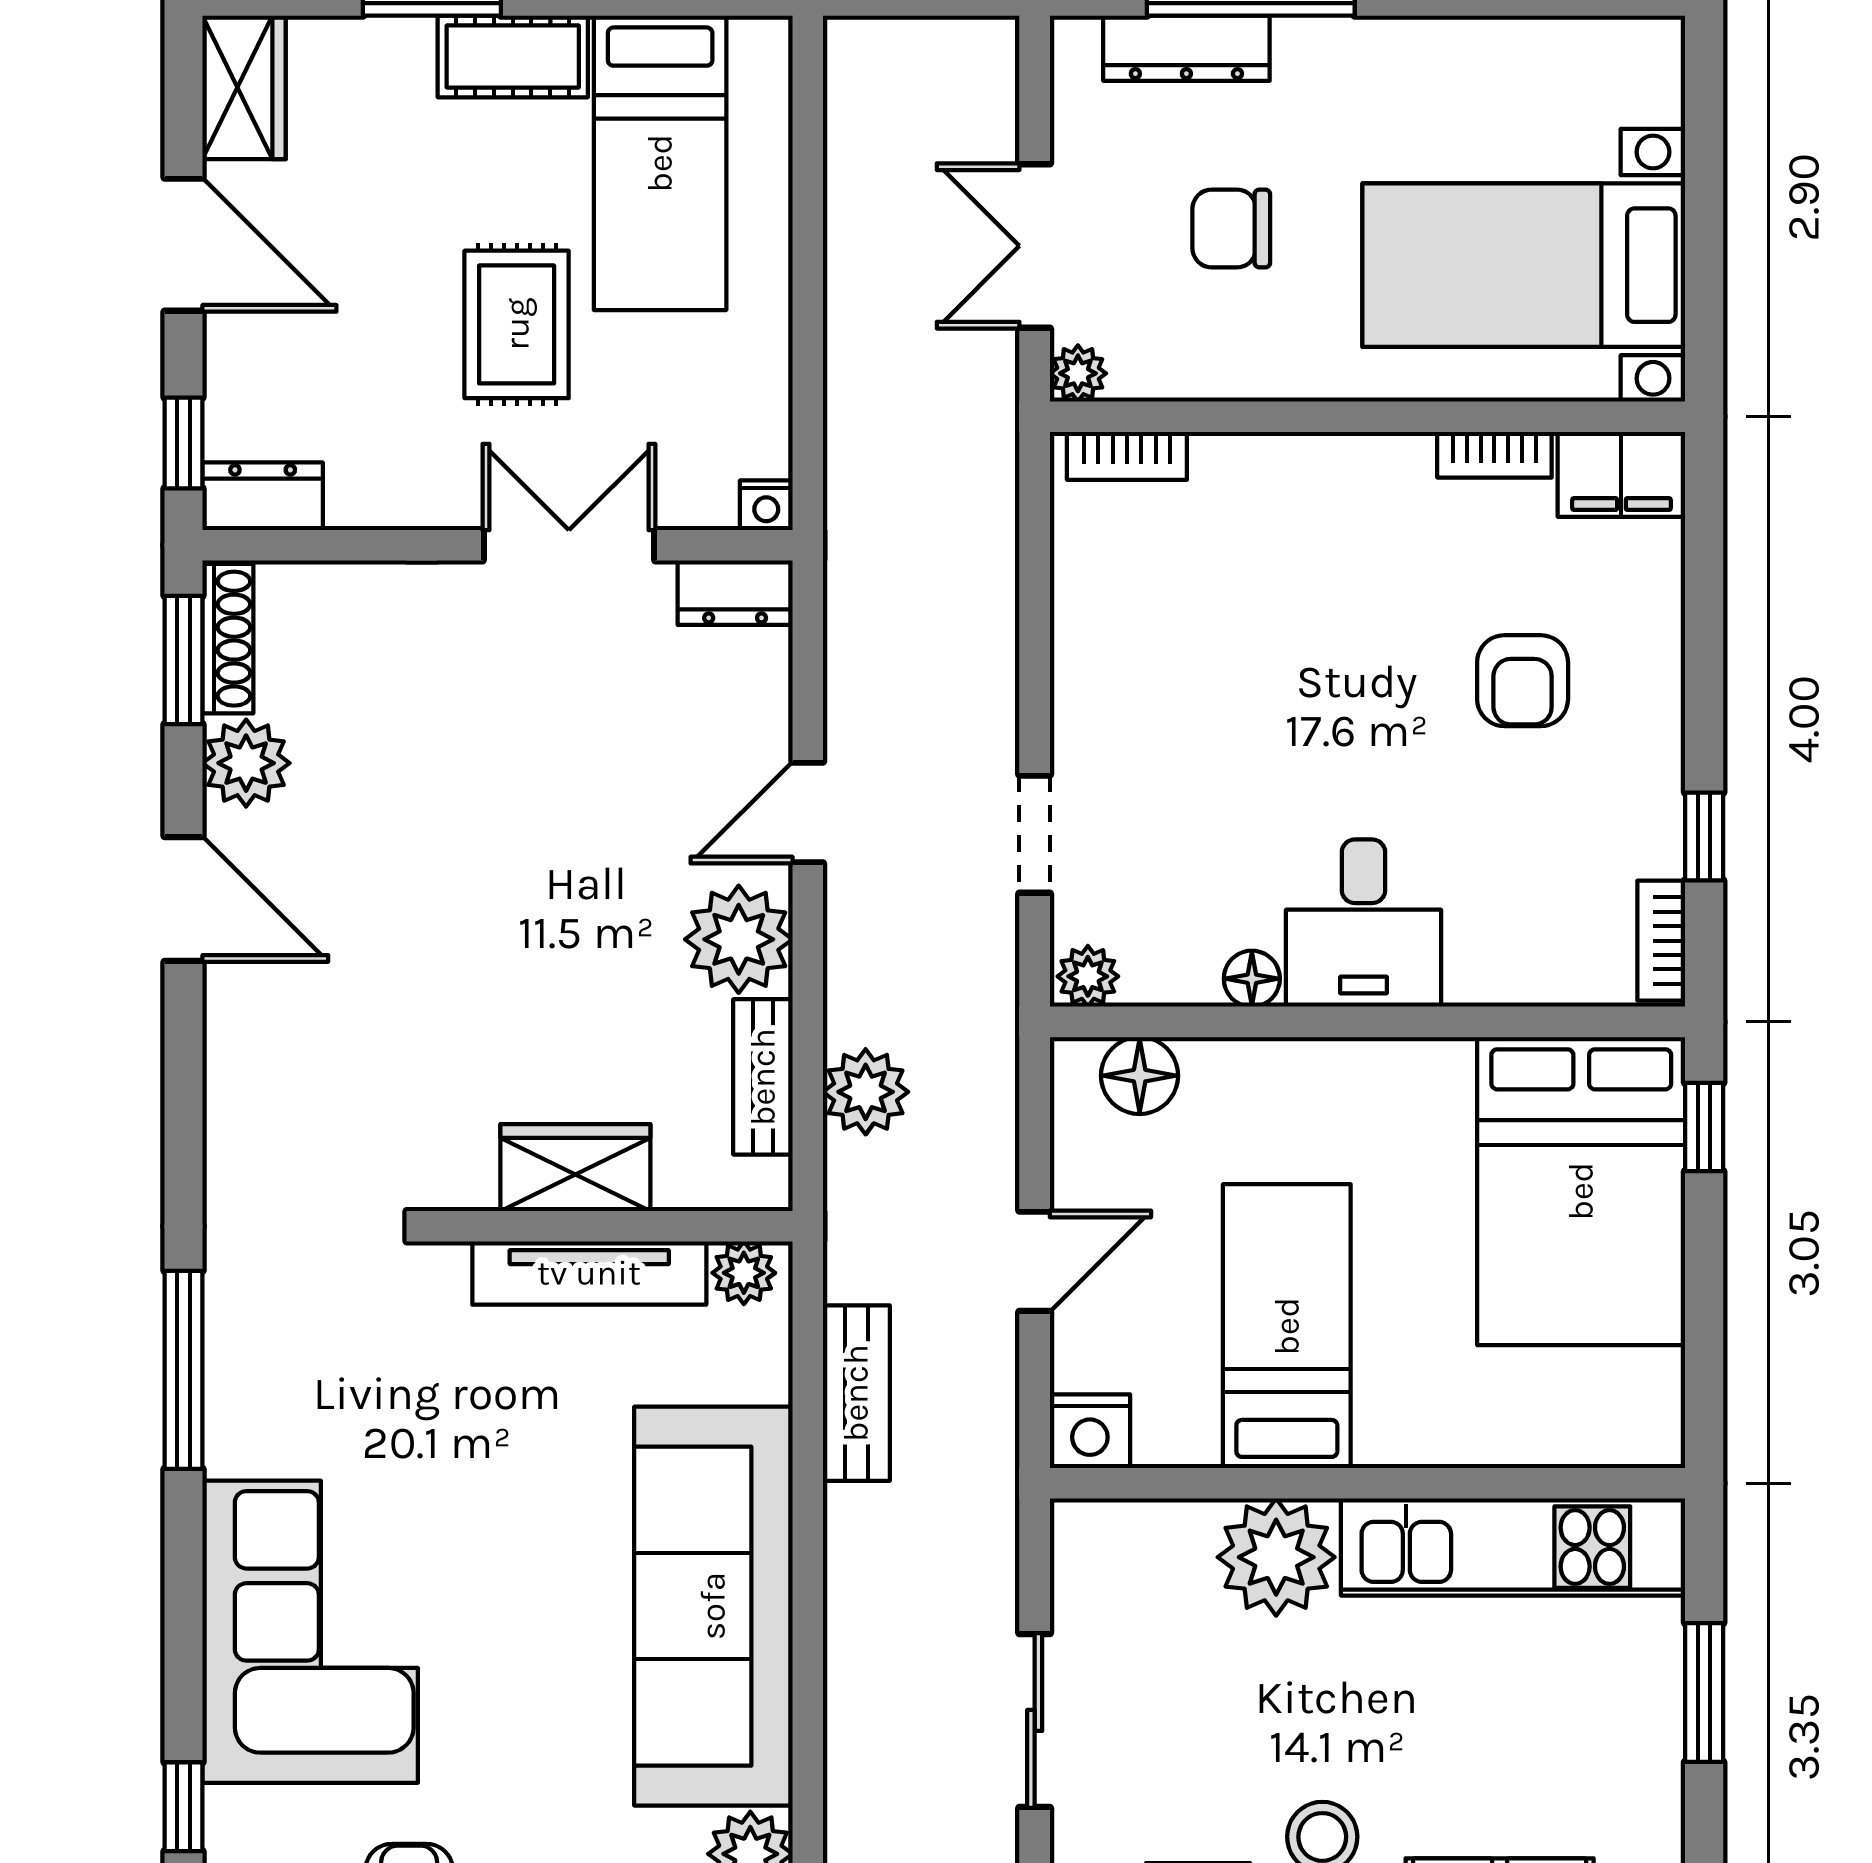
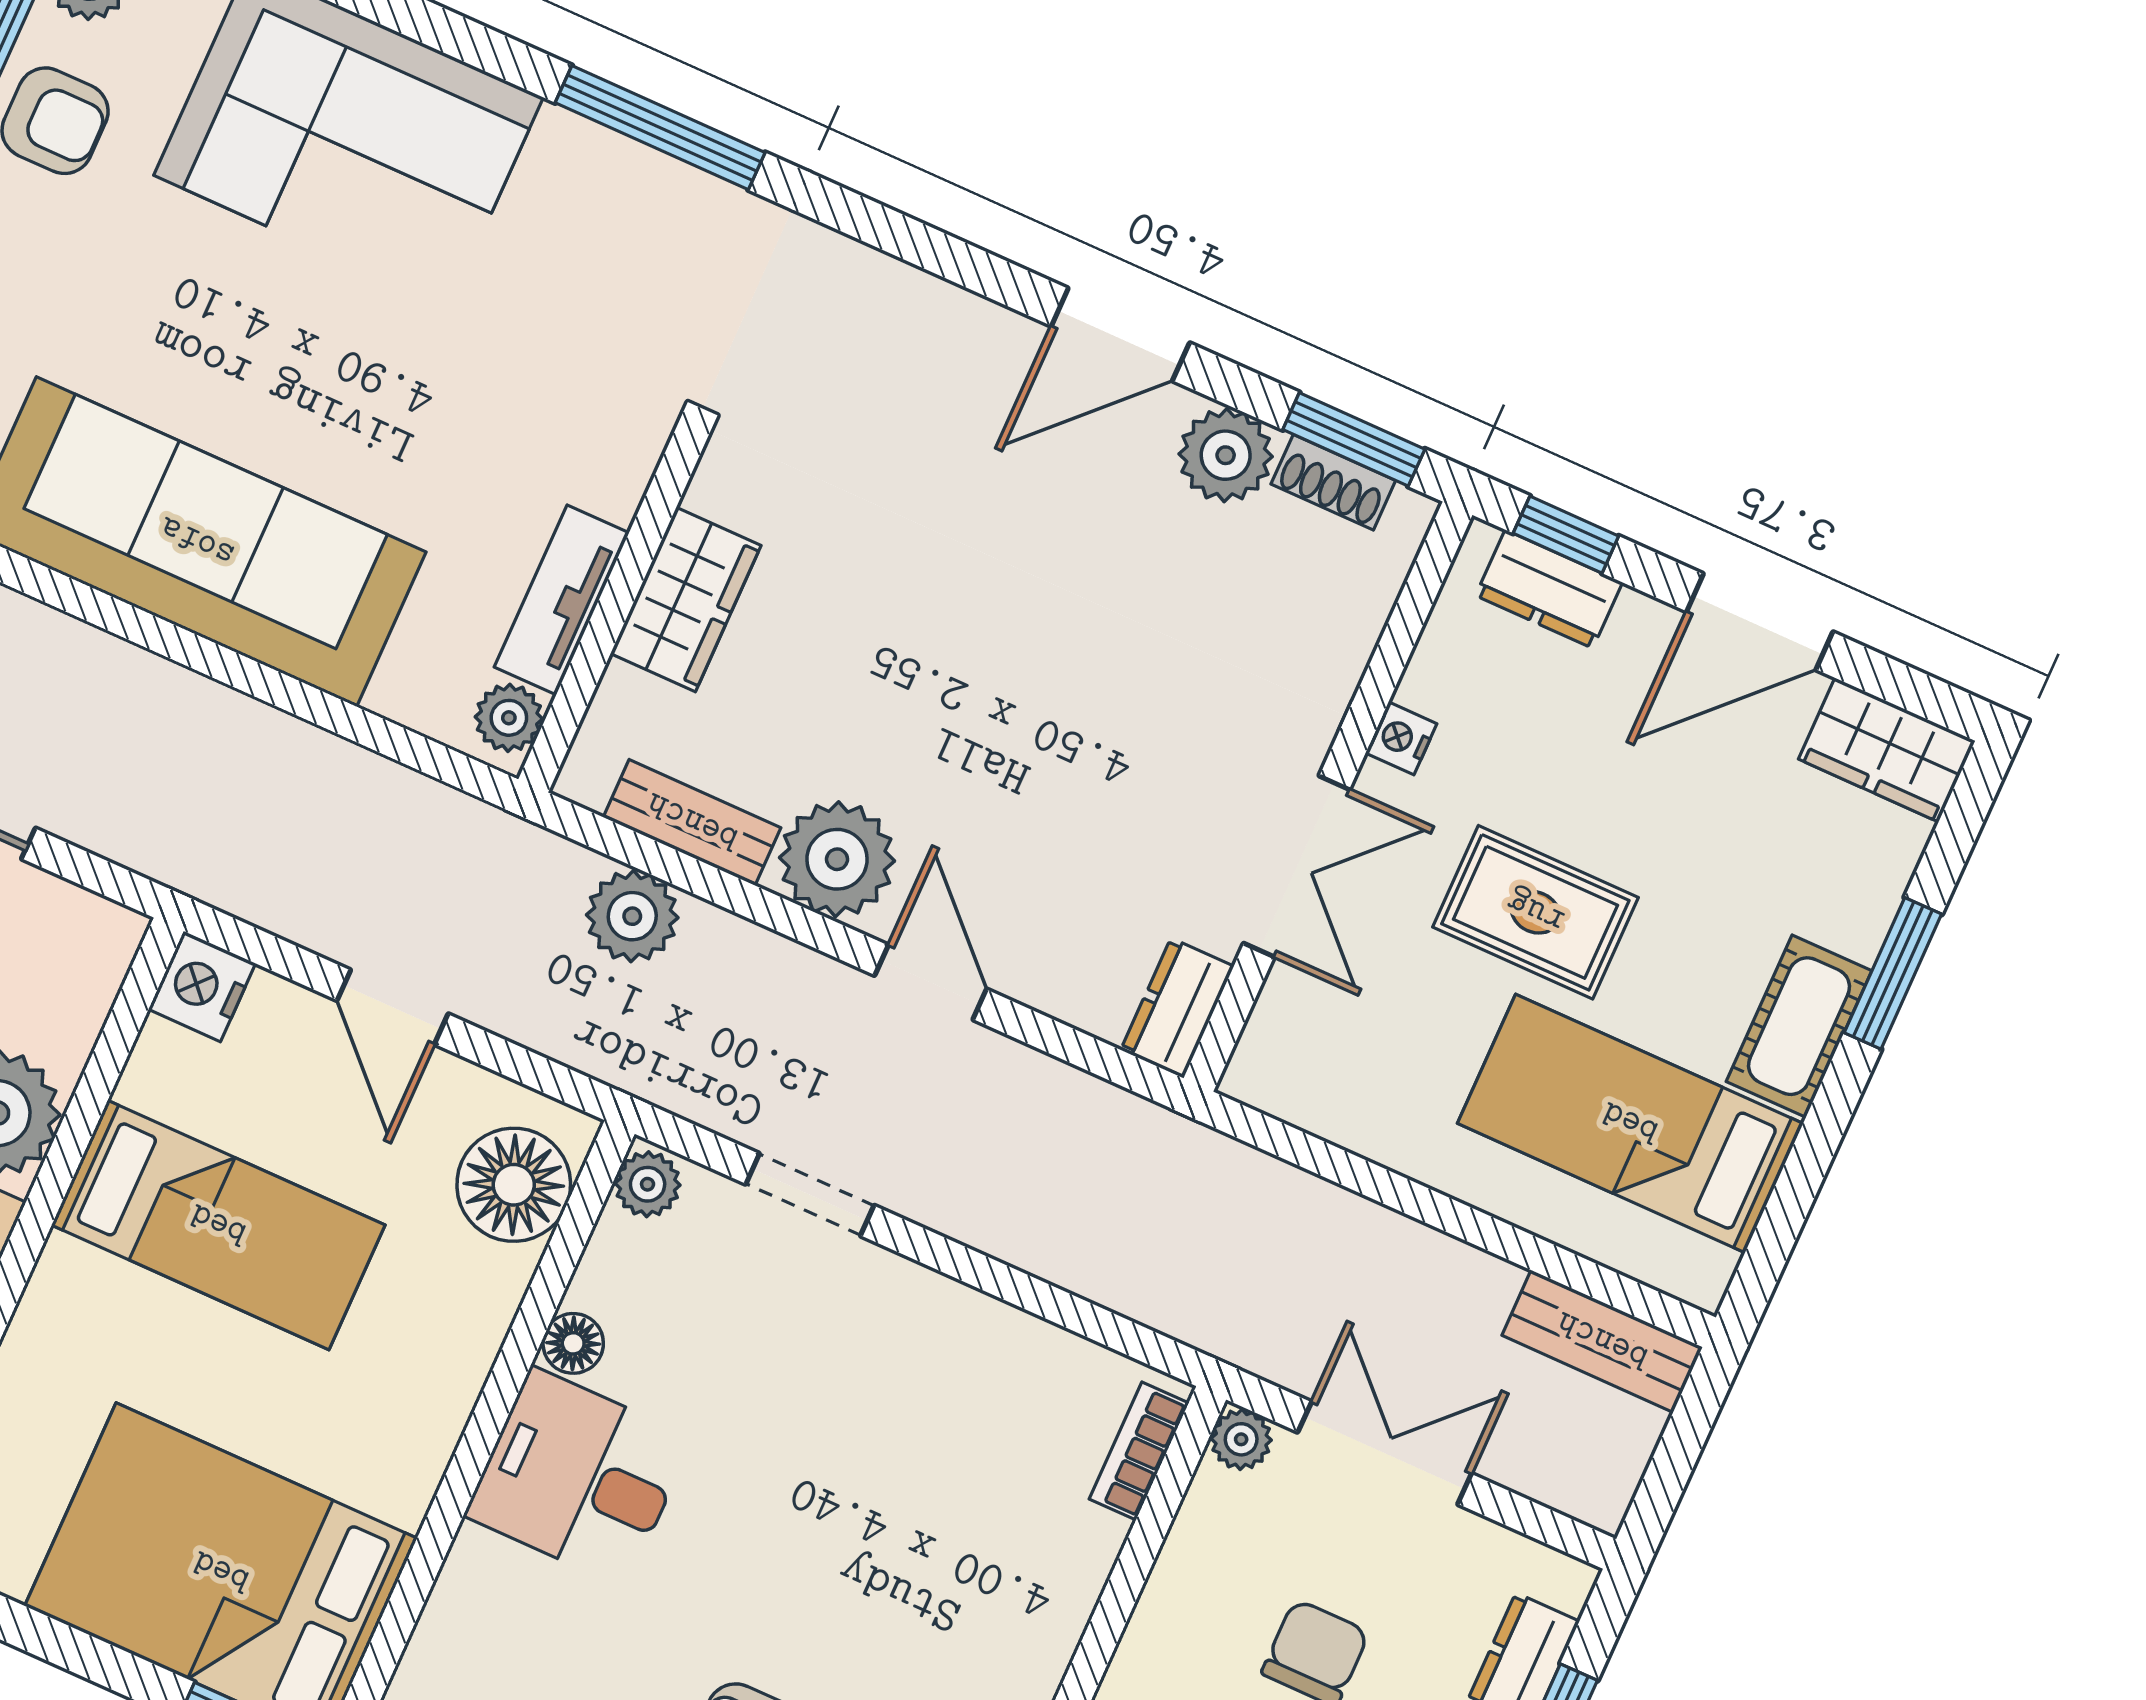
dresser: (263, 496) -> (1549, 589), moved, turned 90
nightstand: (766, 505) -> (1401, 738), moved
shoe rack: (228, 639) -> (1333, 482), width x0.70
floor lamp: (1140, 1076) -> (514, 1185), width x1.38, depth x1.38
tv unit: (589, 1273) -> (562, 600), width x0.71
bench: (856, 1393) -> (1602, 1341), moved

